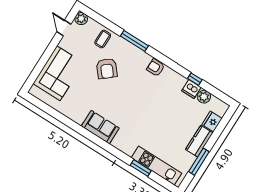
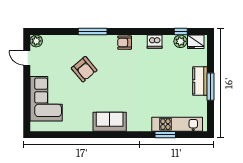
coffee table: (103, 39) -> (65, 47), removed
window: (195, 79) -> (181, 31), moved
dishwasher: (191, 89) -> (155, 42), moved
fridge: (212, 121) -> (196, 42), moved, turned -90
window: (199, 162) -> (211, 87), moved

